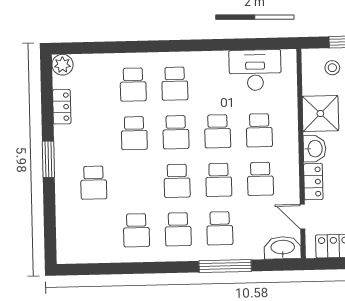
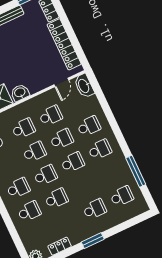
locker: (313, 182) -> (39, 85), removed
school desk: (136, 230) -> (122, 196), moved
window: (225, 266) -> (136, 171), moved

